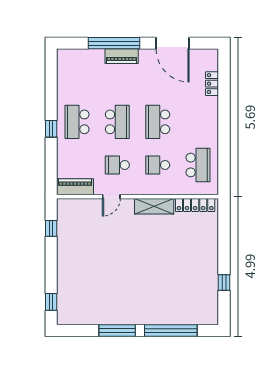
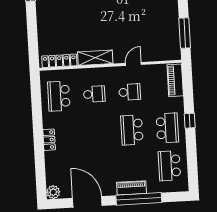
plant: (211, 56) -> (53, 192), added
locker: (212, 84) -> (49, 140), moved
school desk: (158, 122) -> (169, 166), moved, turned 180
piano: (75, 187) -> (175, 80), moved, turned 90
window: (51, 228) -> (185, 33), width x2.17

